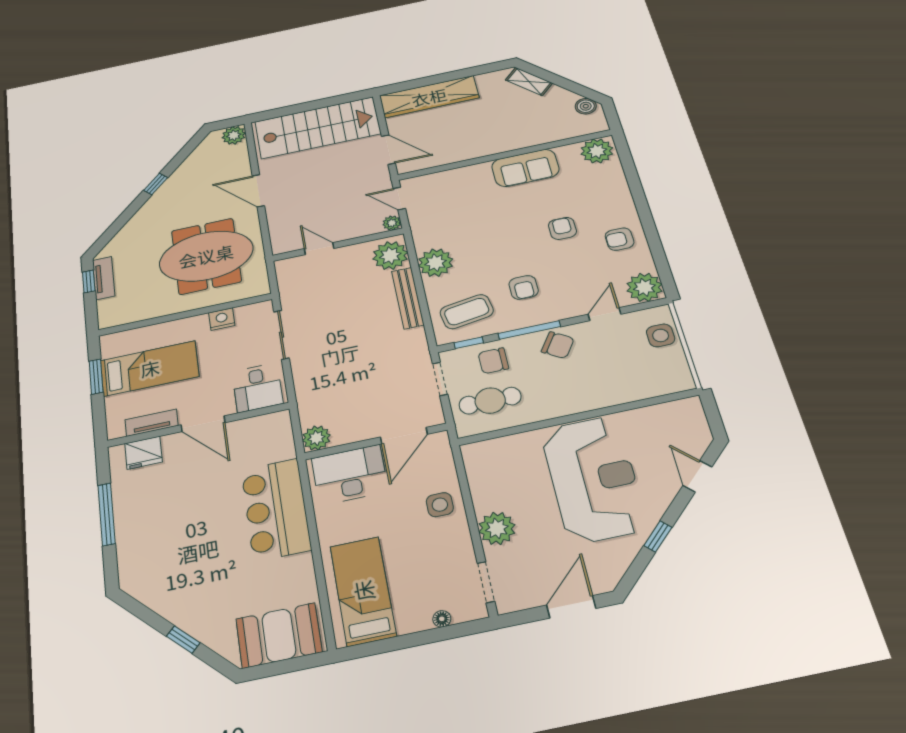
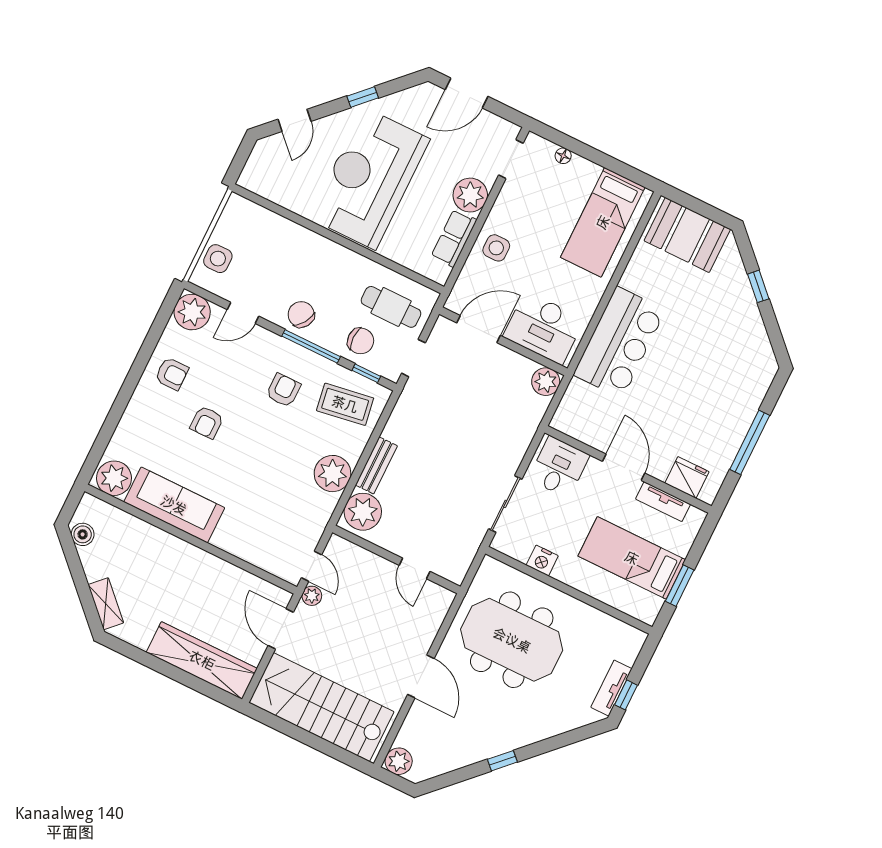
sofa: (525, 168) -> (174, 505), width x1.36
plant: (392, 223) -> (312, 596), moved
bench: (408, 298) -> (376, 465), width x0.73
row of seats: (482, 486) -> (454, 238), added

